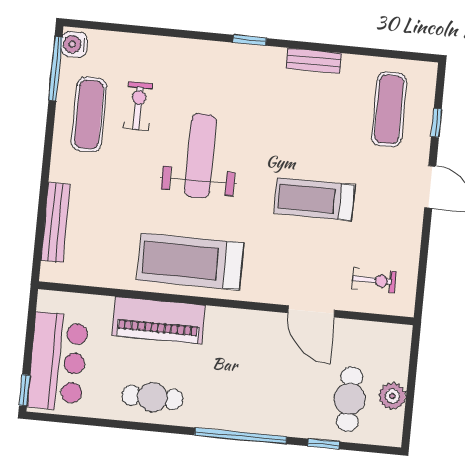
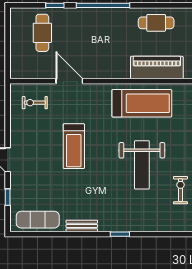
exercise bike: (138, 106) -> (180, 190), turned 180
exercise mat: (389, 109) -> (38, 220), moved, turned 90
treadmill: (314, 199) -> (74, 146), turned 90
plant: (392, 396) -> (18, 37), removed

